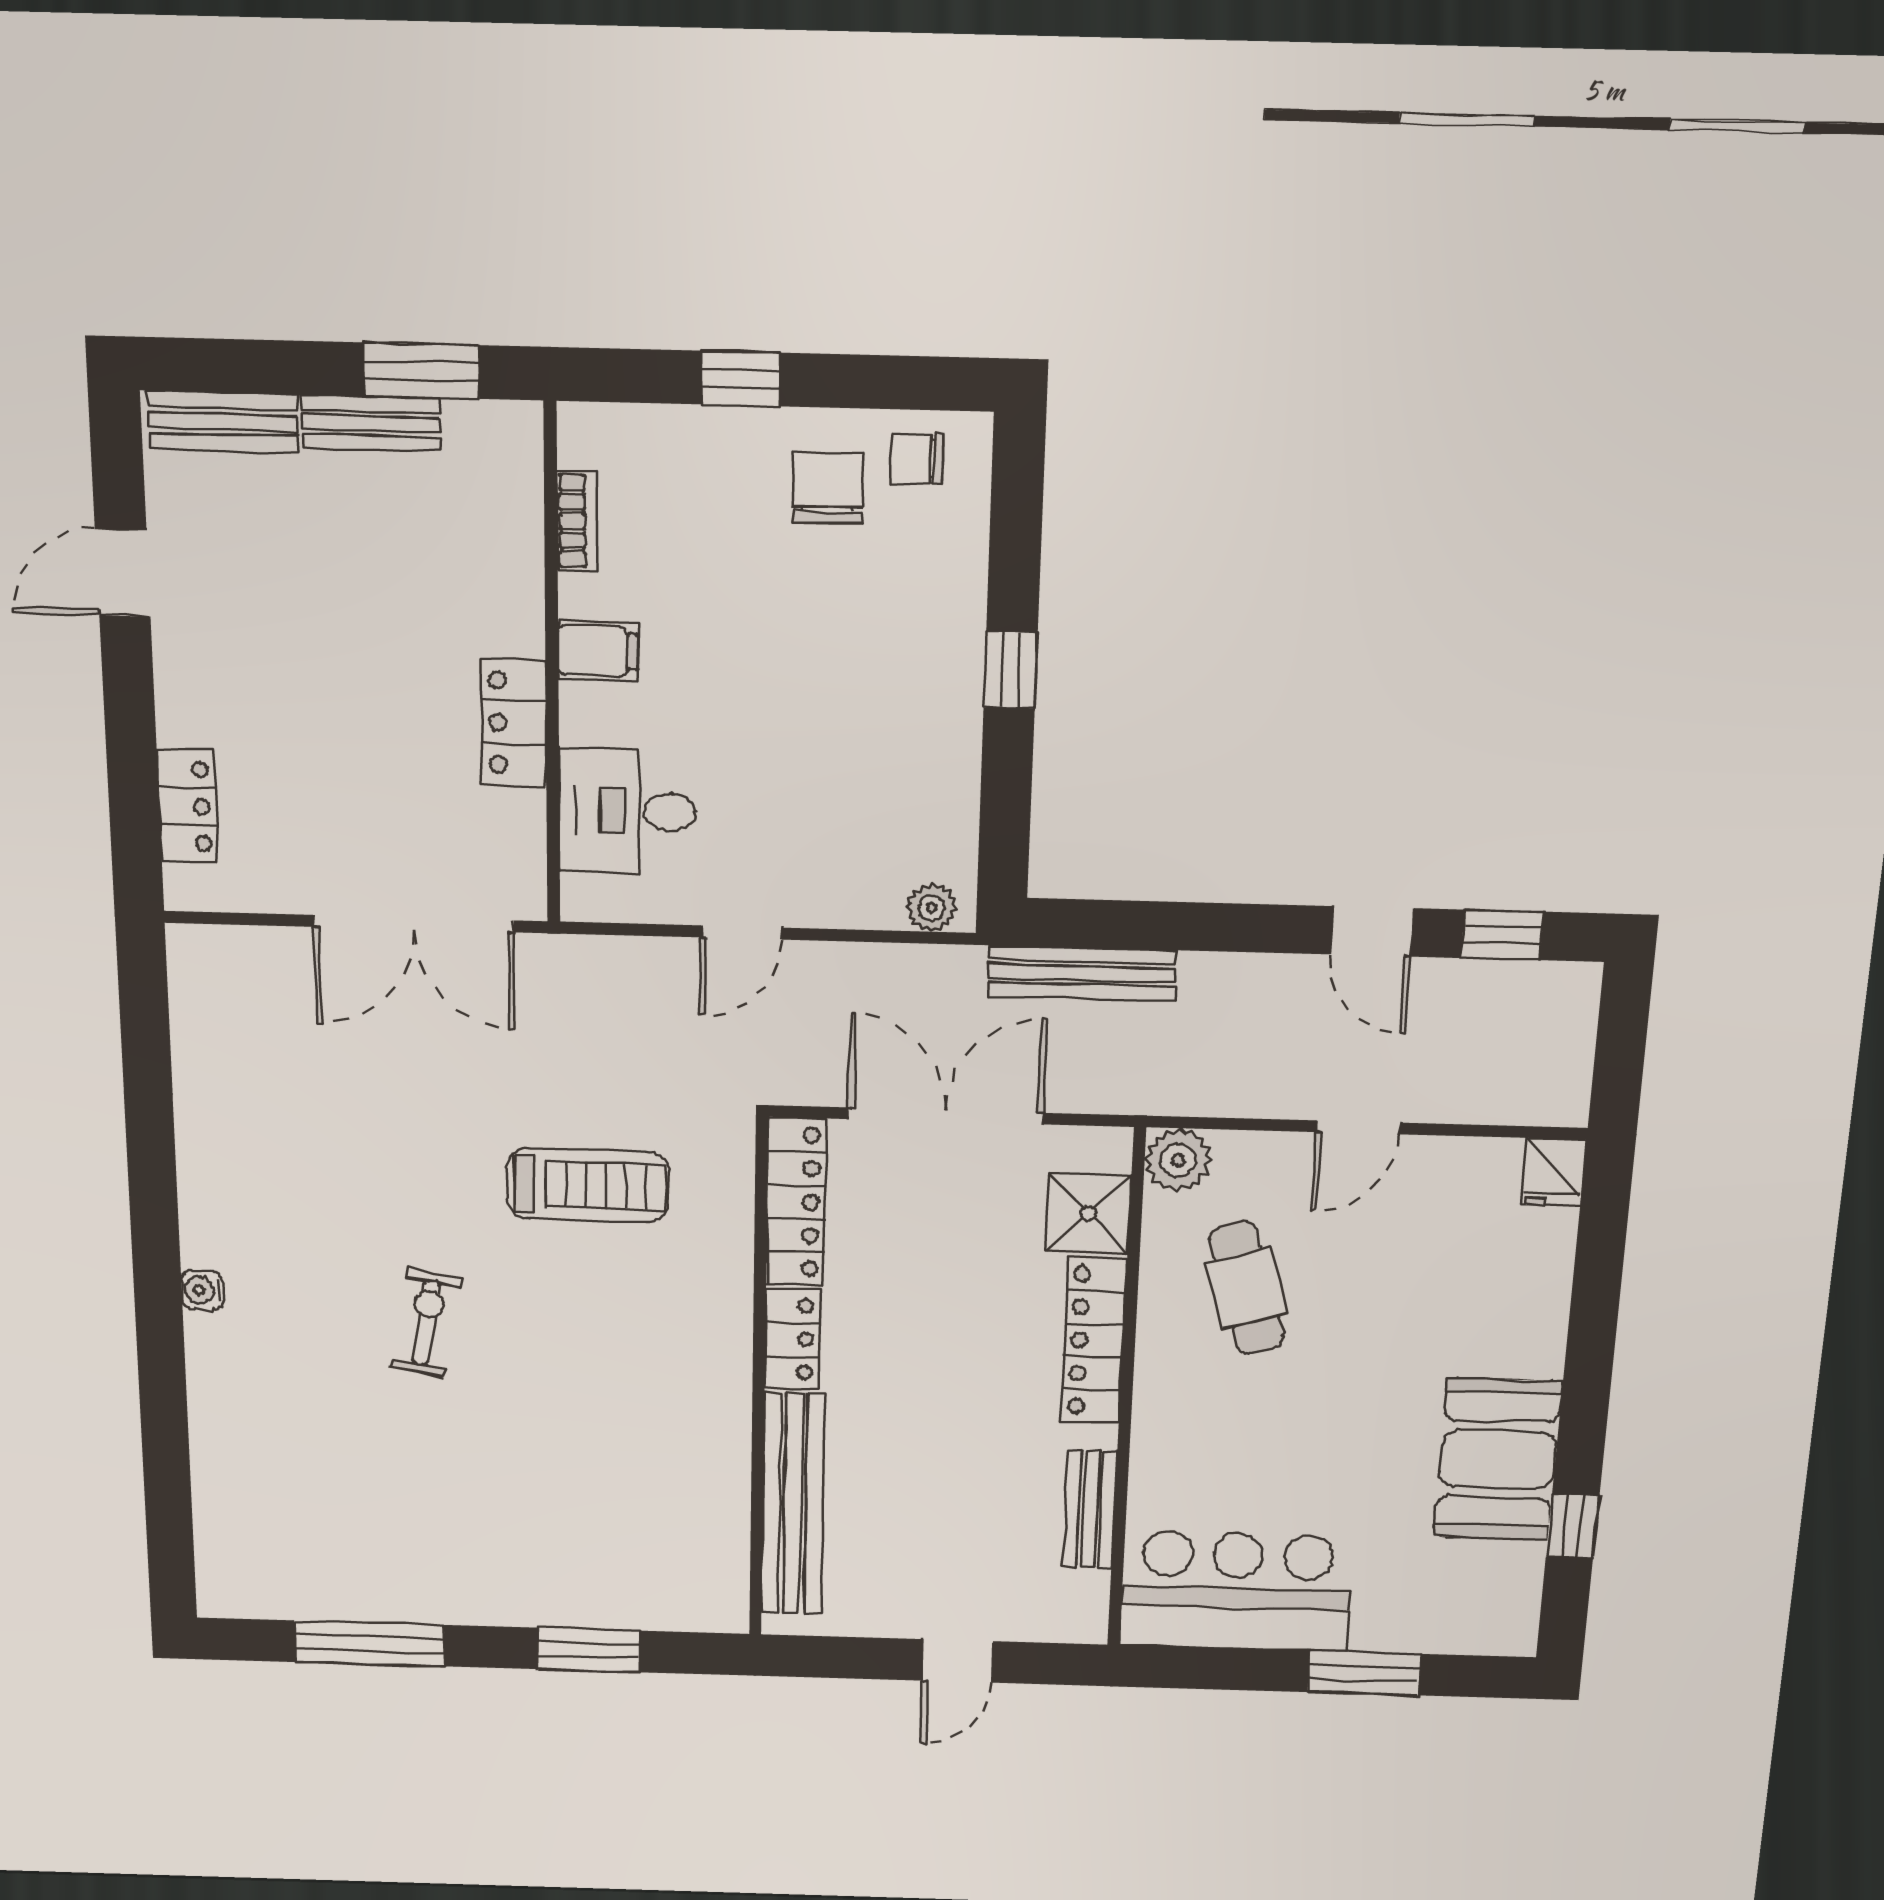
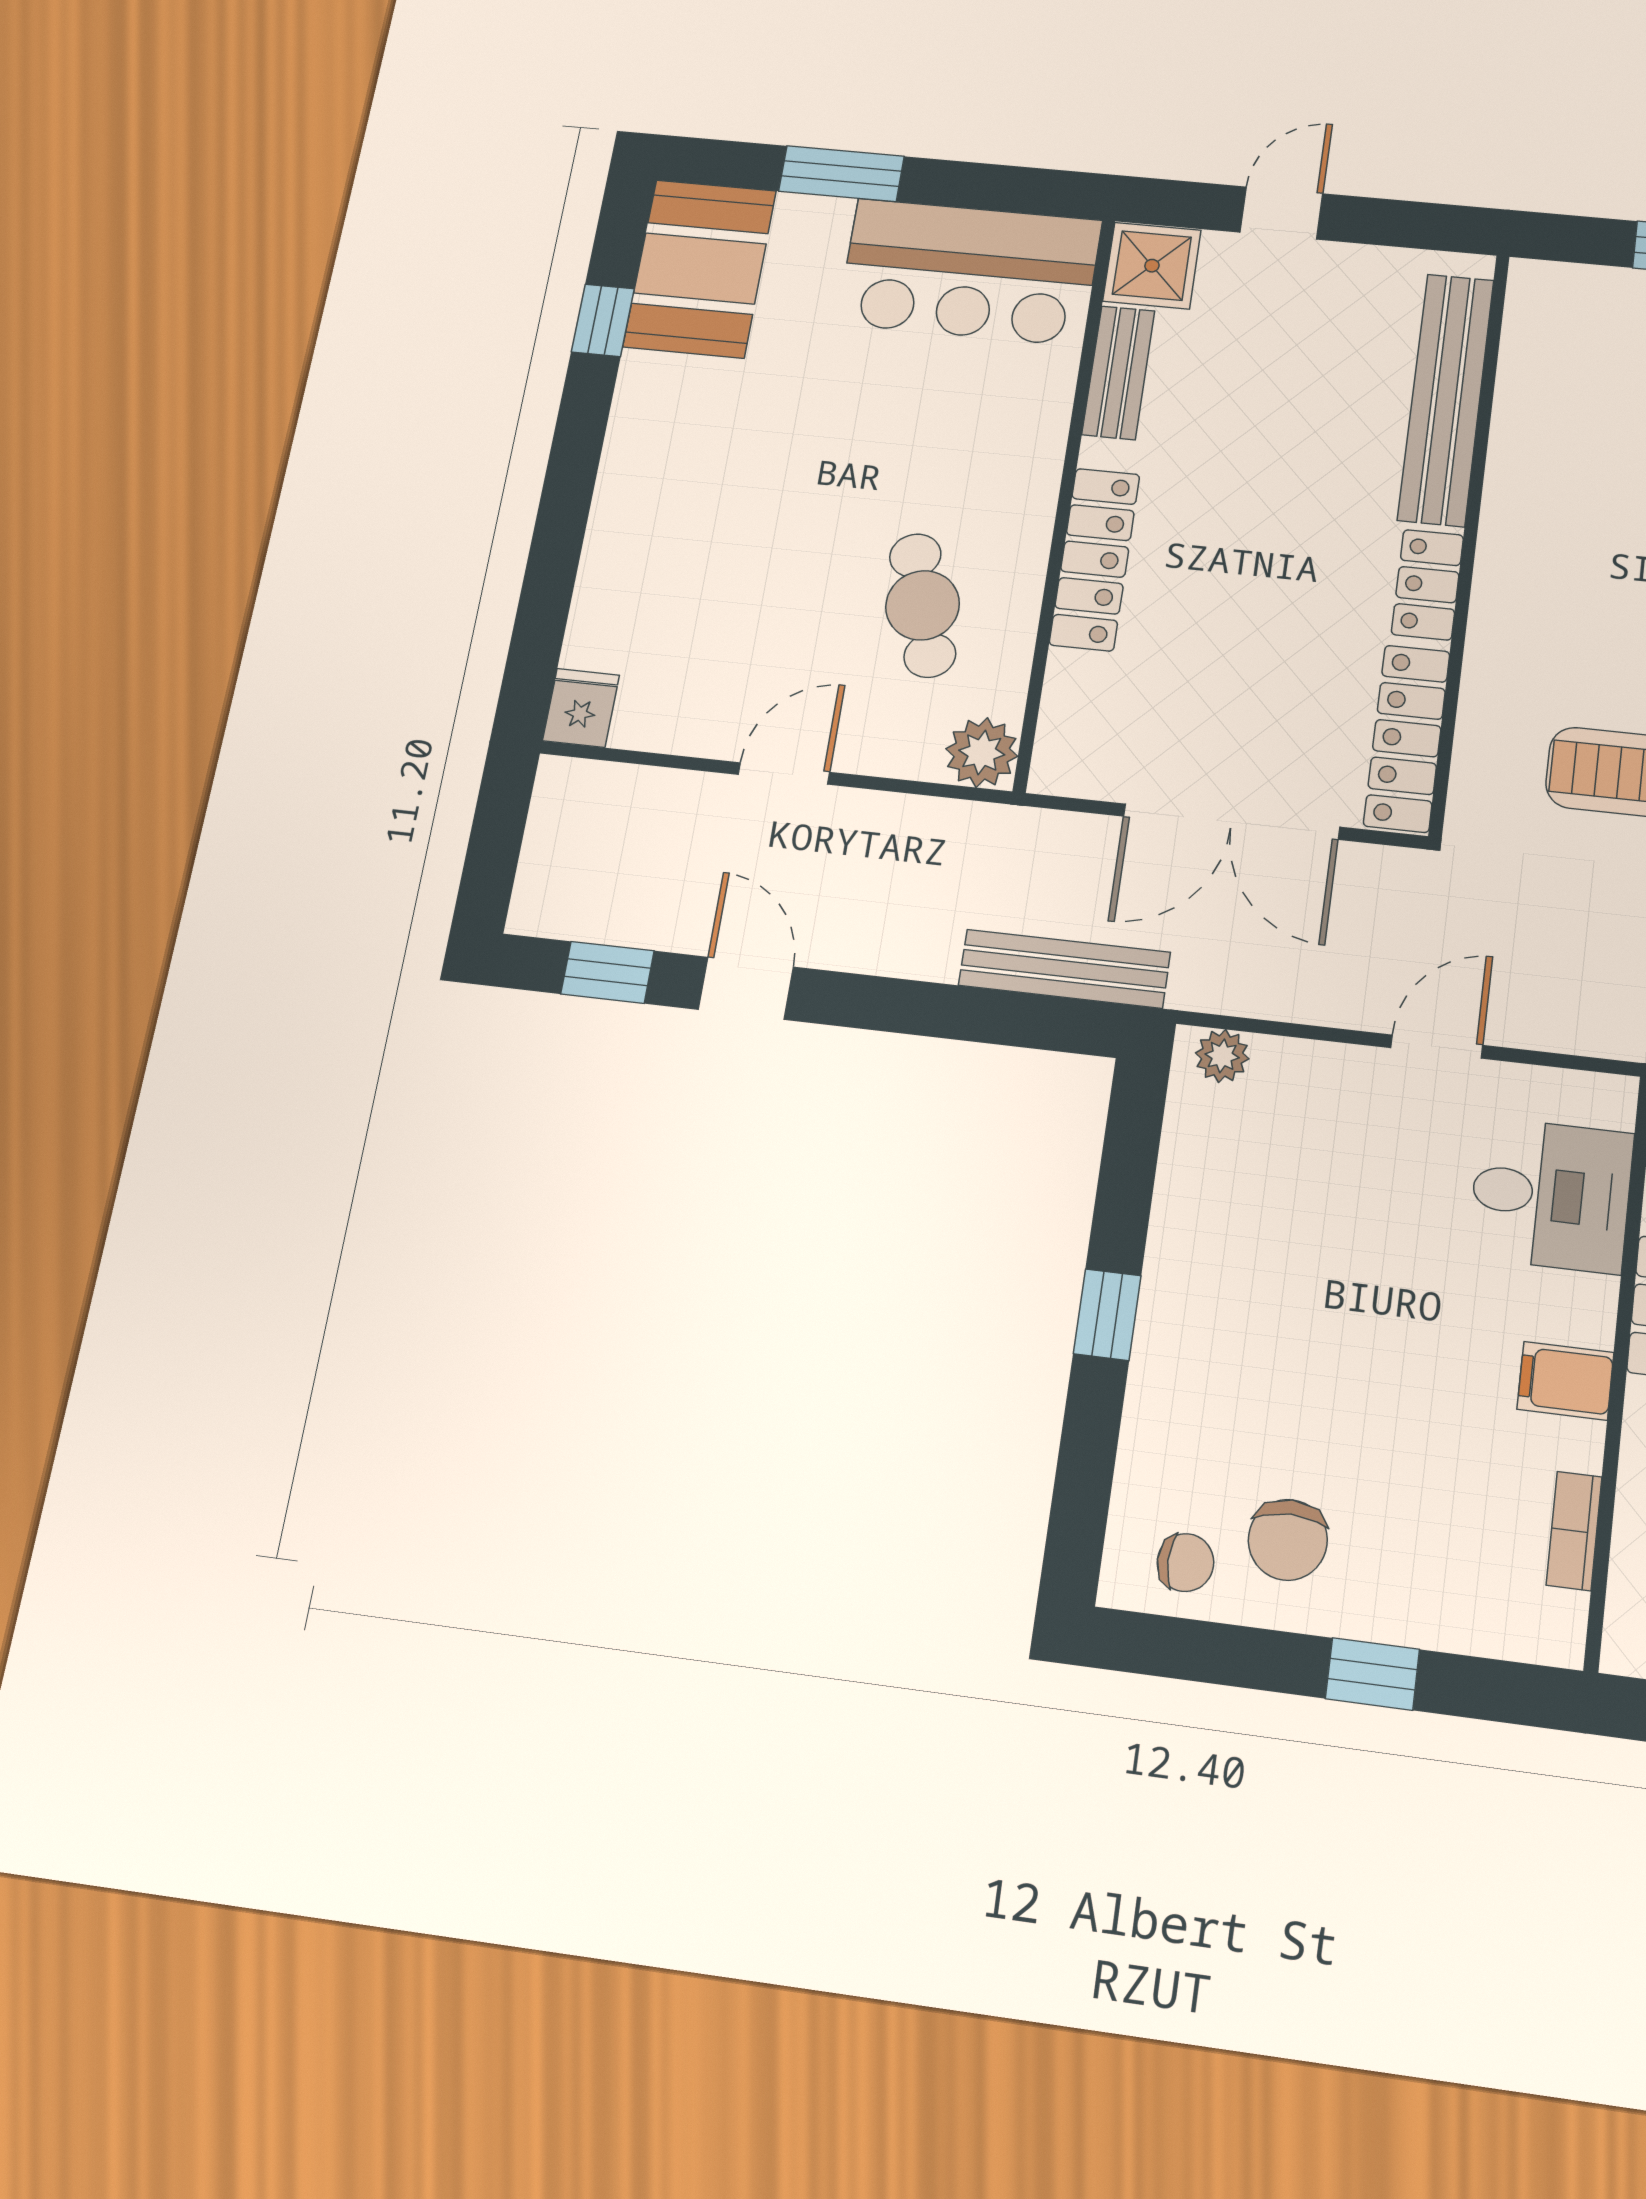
shower: (1088, 1213) -> (1152, 266), moved
booth: (1498, 1459) -> (700, 268), moved

